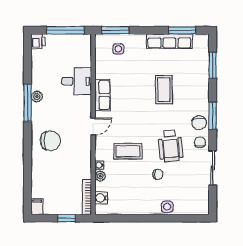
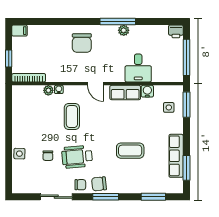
chair: (158, 174) -> (48, 156), moved
water cooler: (101, 198) -> (147, 91), moved

